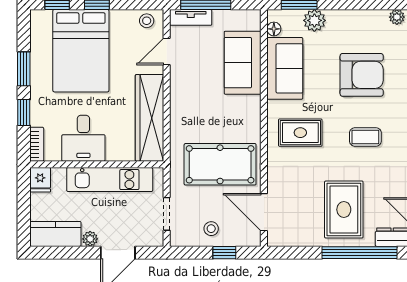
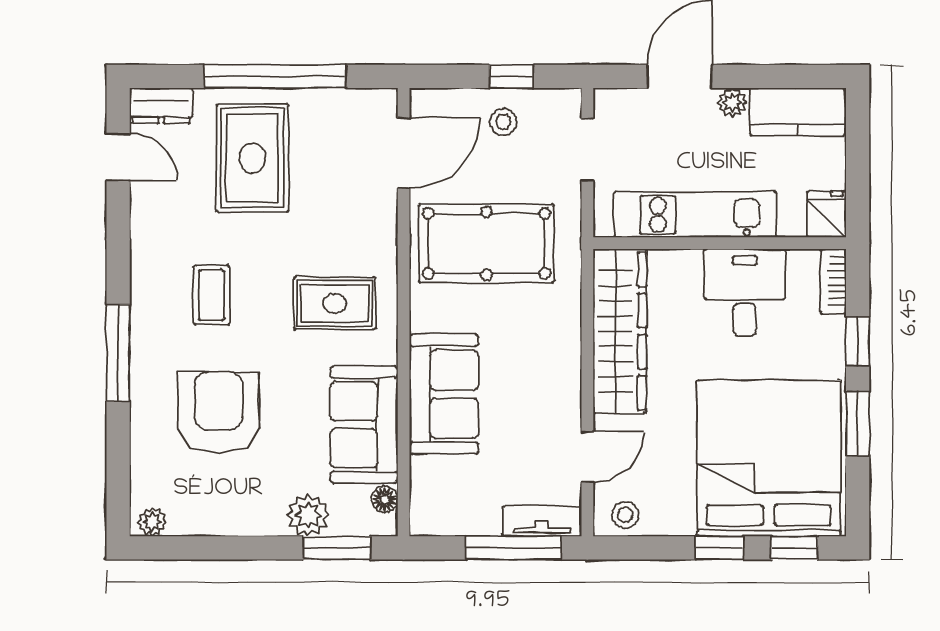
bed: (81, 51) -> (769, 458), width x1.36
sofa: (243, 63) -> (444, 394), moved
armchair: (362, 75) -> (219, 412), turned 90
coffee table: (365, 137) -> (212, 295), turned 90
door: (264, 212) -> (404, 153), hinge flipped
window: (224, 253) -> (511, 76), moved
window: (359, 253) -> (275, 76), moved

